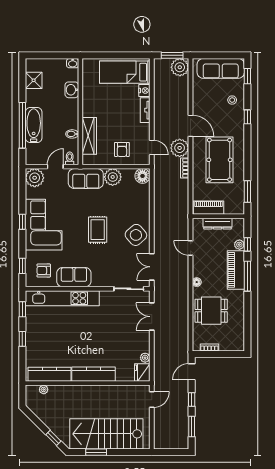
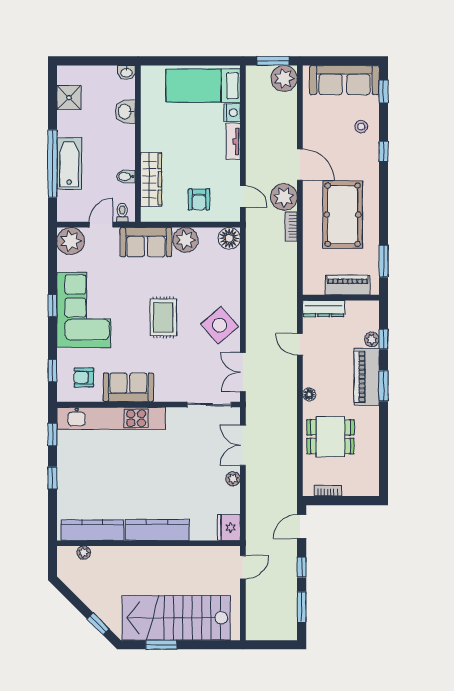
piano: (209, 208) -> (348, 285), moved
dresser: (218, 224) -> (324, 309), moved
window: (247, 276) -> (384, 386), width x0.69
plant: (145, 358) -> (233, 479), moved

